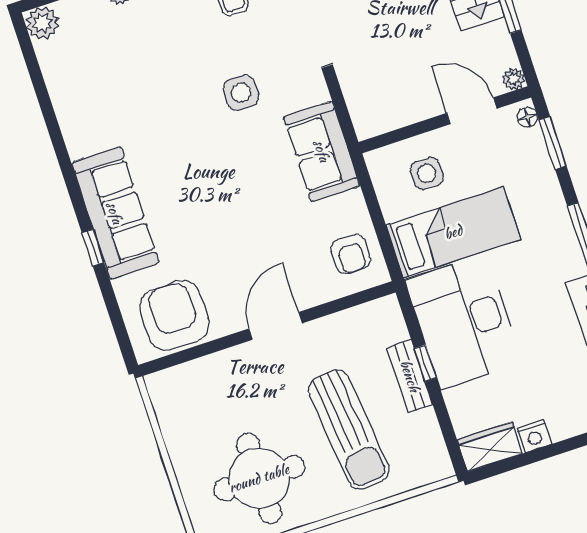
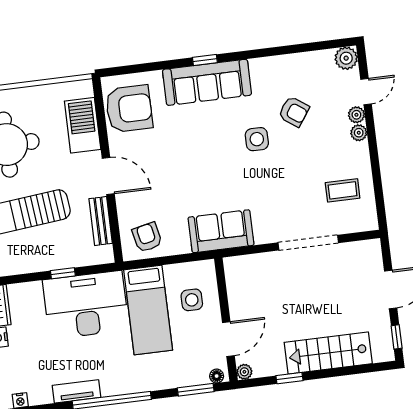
armchair: (132, 82) -> (294, 112), added
side table: (241, 93) -> (257, 139), moved
window: (93, 248) -> (205, 60), moved
armchair: (351, 254) -> (147, 237), turned 78
barbecue: (211, 376) -> (83, 125), added
bench: (410, 376) -> (101, 221), moved, turned 90

